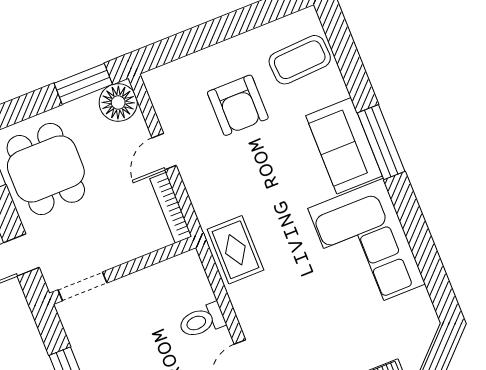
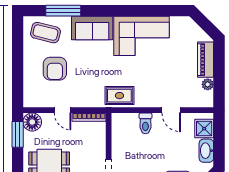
coffee table: (300, 60) -> (45, 33), turned -73
armchair: (238, 105) -> (55, 69), turned 90
window: (381, 142) -> (63, 11), moved

